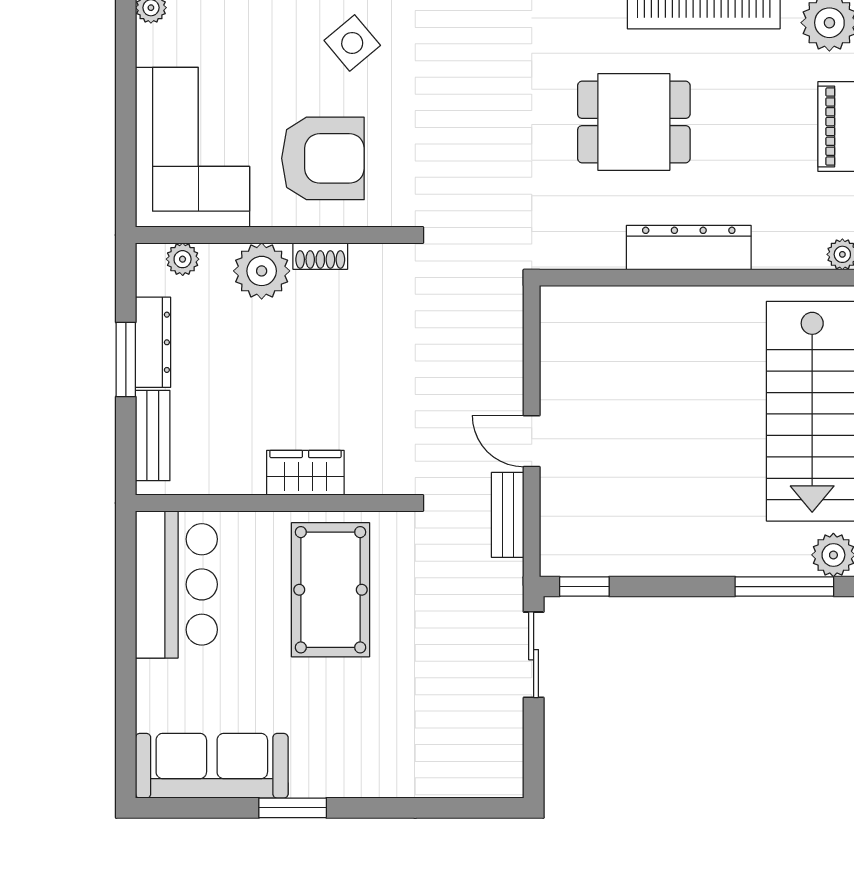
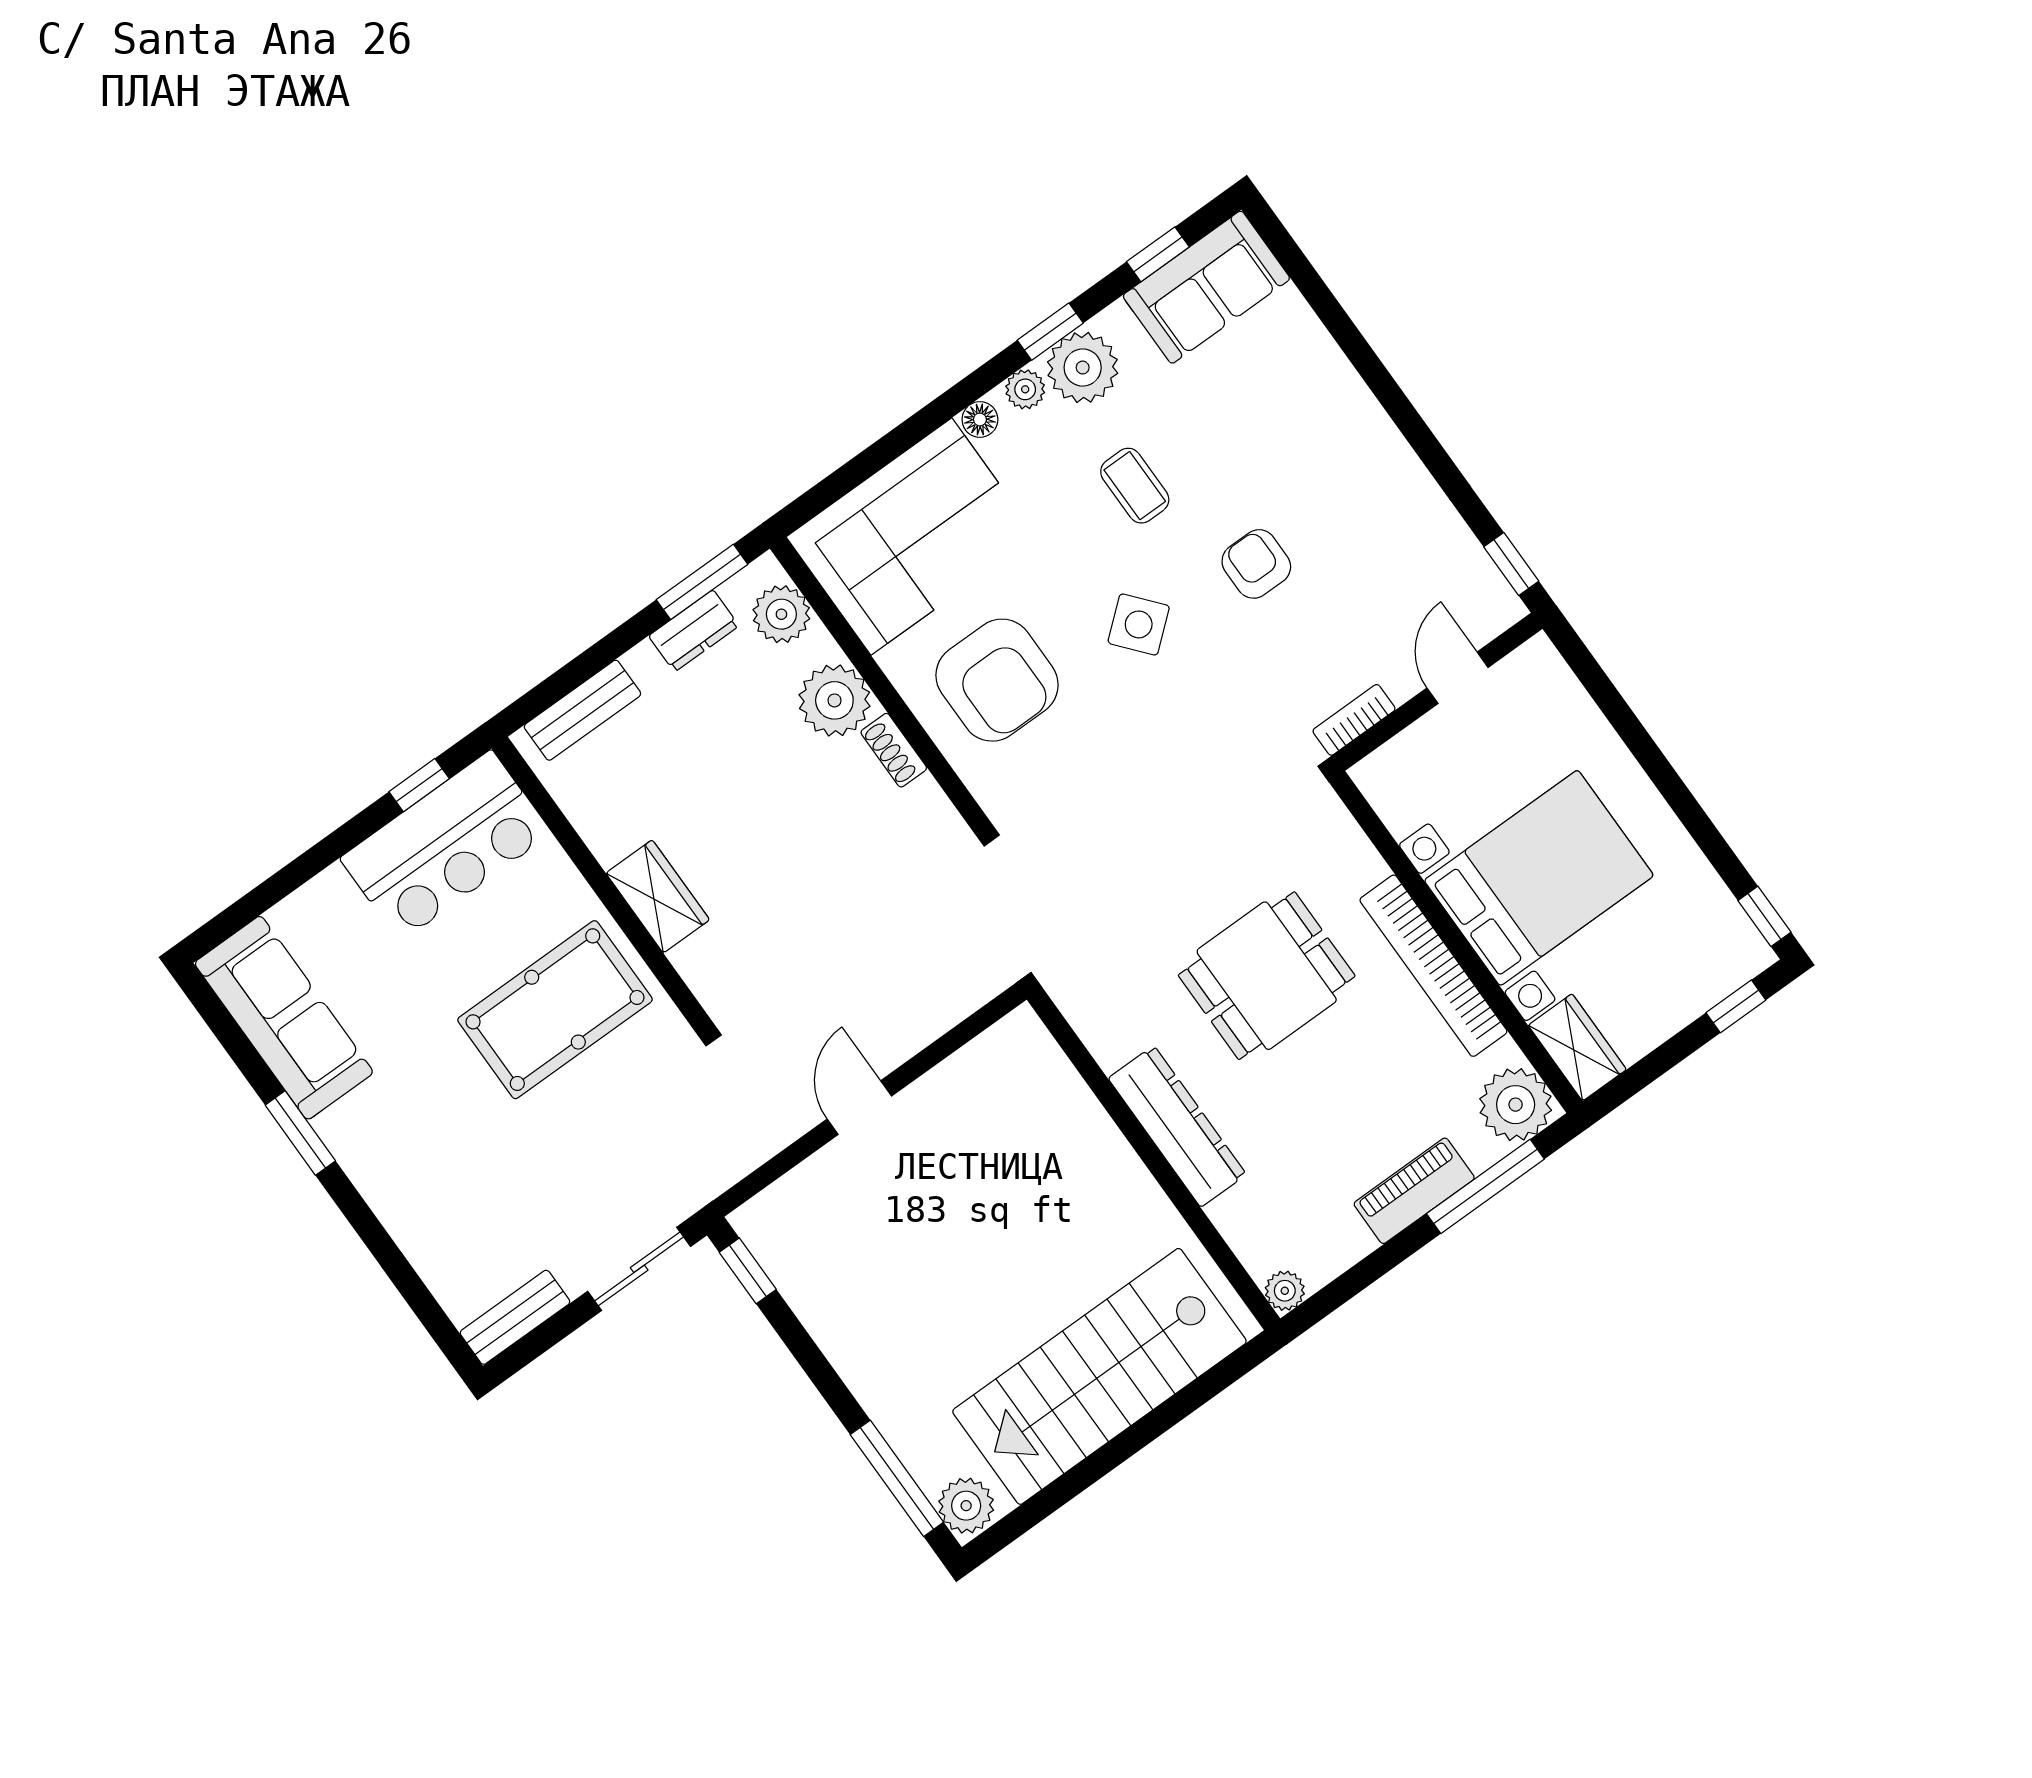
floor lamp: (149, 50) -> (980, 419), added
dining table: (634, 122) -> (1267, 976), turned 90
plant: (183, 259) -> (781, 614), width x1.38, depth x1.38
dresser: (153, 342) -> (694, 631), width x0.70
window: (126, 360) -> (702, 582), moved
bench: (508, 515) -> (515, 1317), moved
window: (126, 574) -> (419, 785), added

